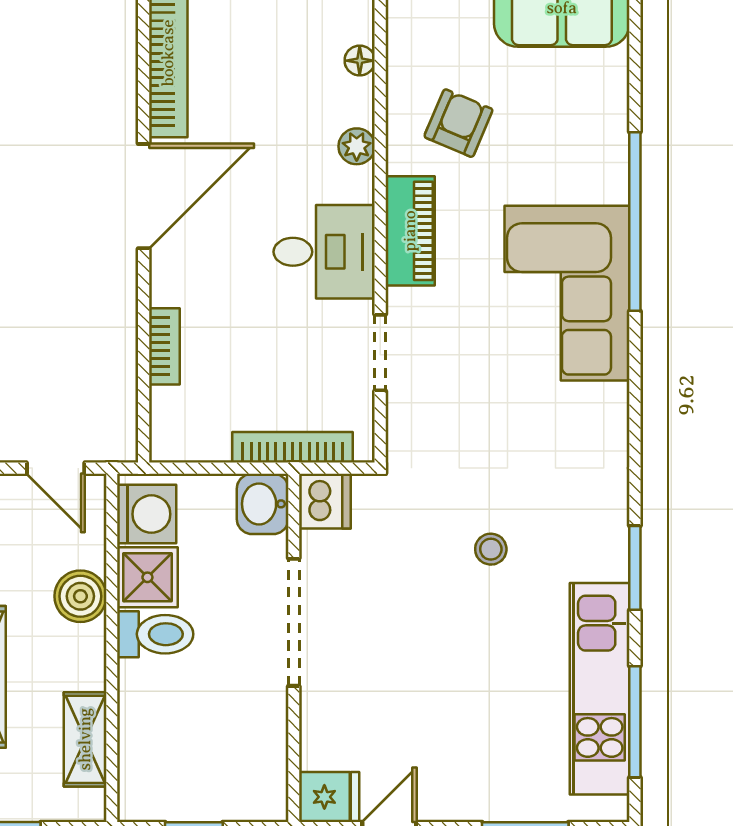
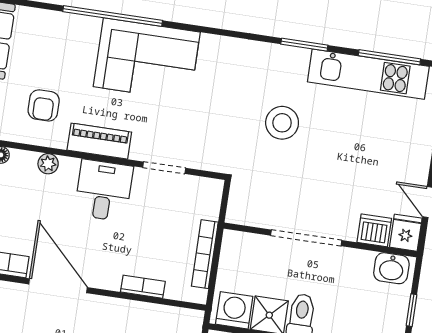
armchair: (458, 123) -> (44, 105), turned -113
bookcase: (292, 447) -> (205, 254), moved
dishwasher: (325, 501) -> (374, 230), moved
washbasin: (263, 504) -> (391, 268), moved
stool: (491, 549) -> (282, 123), width x1.89, depth x1.89

